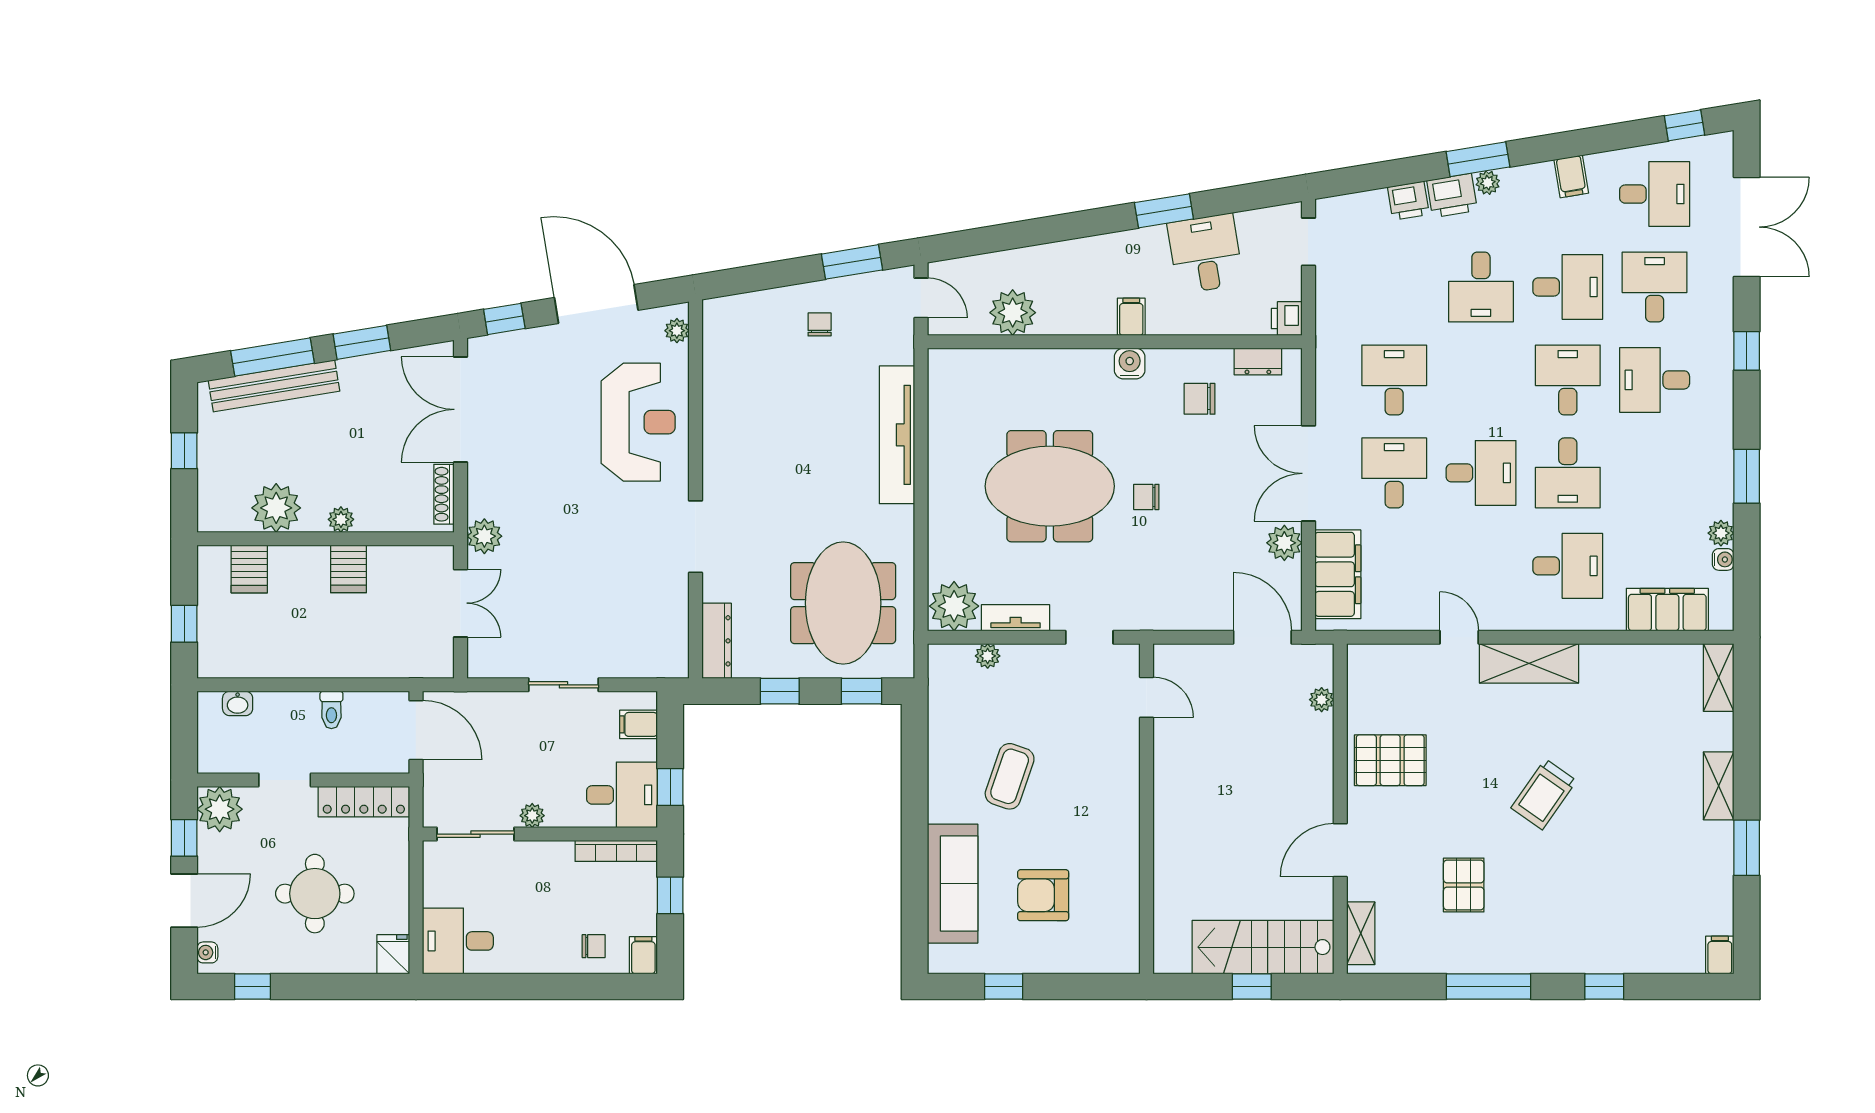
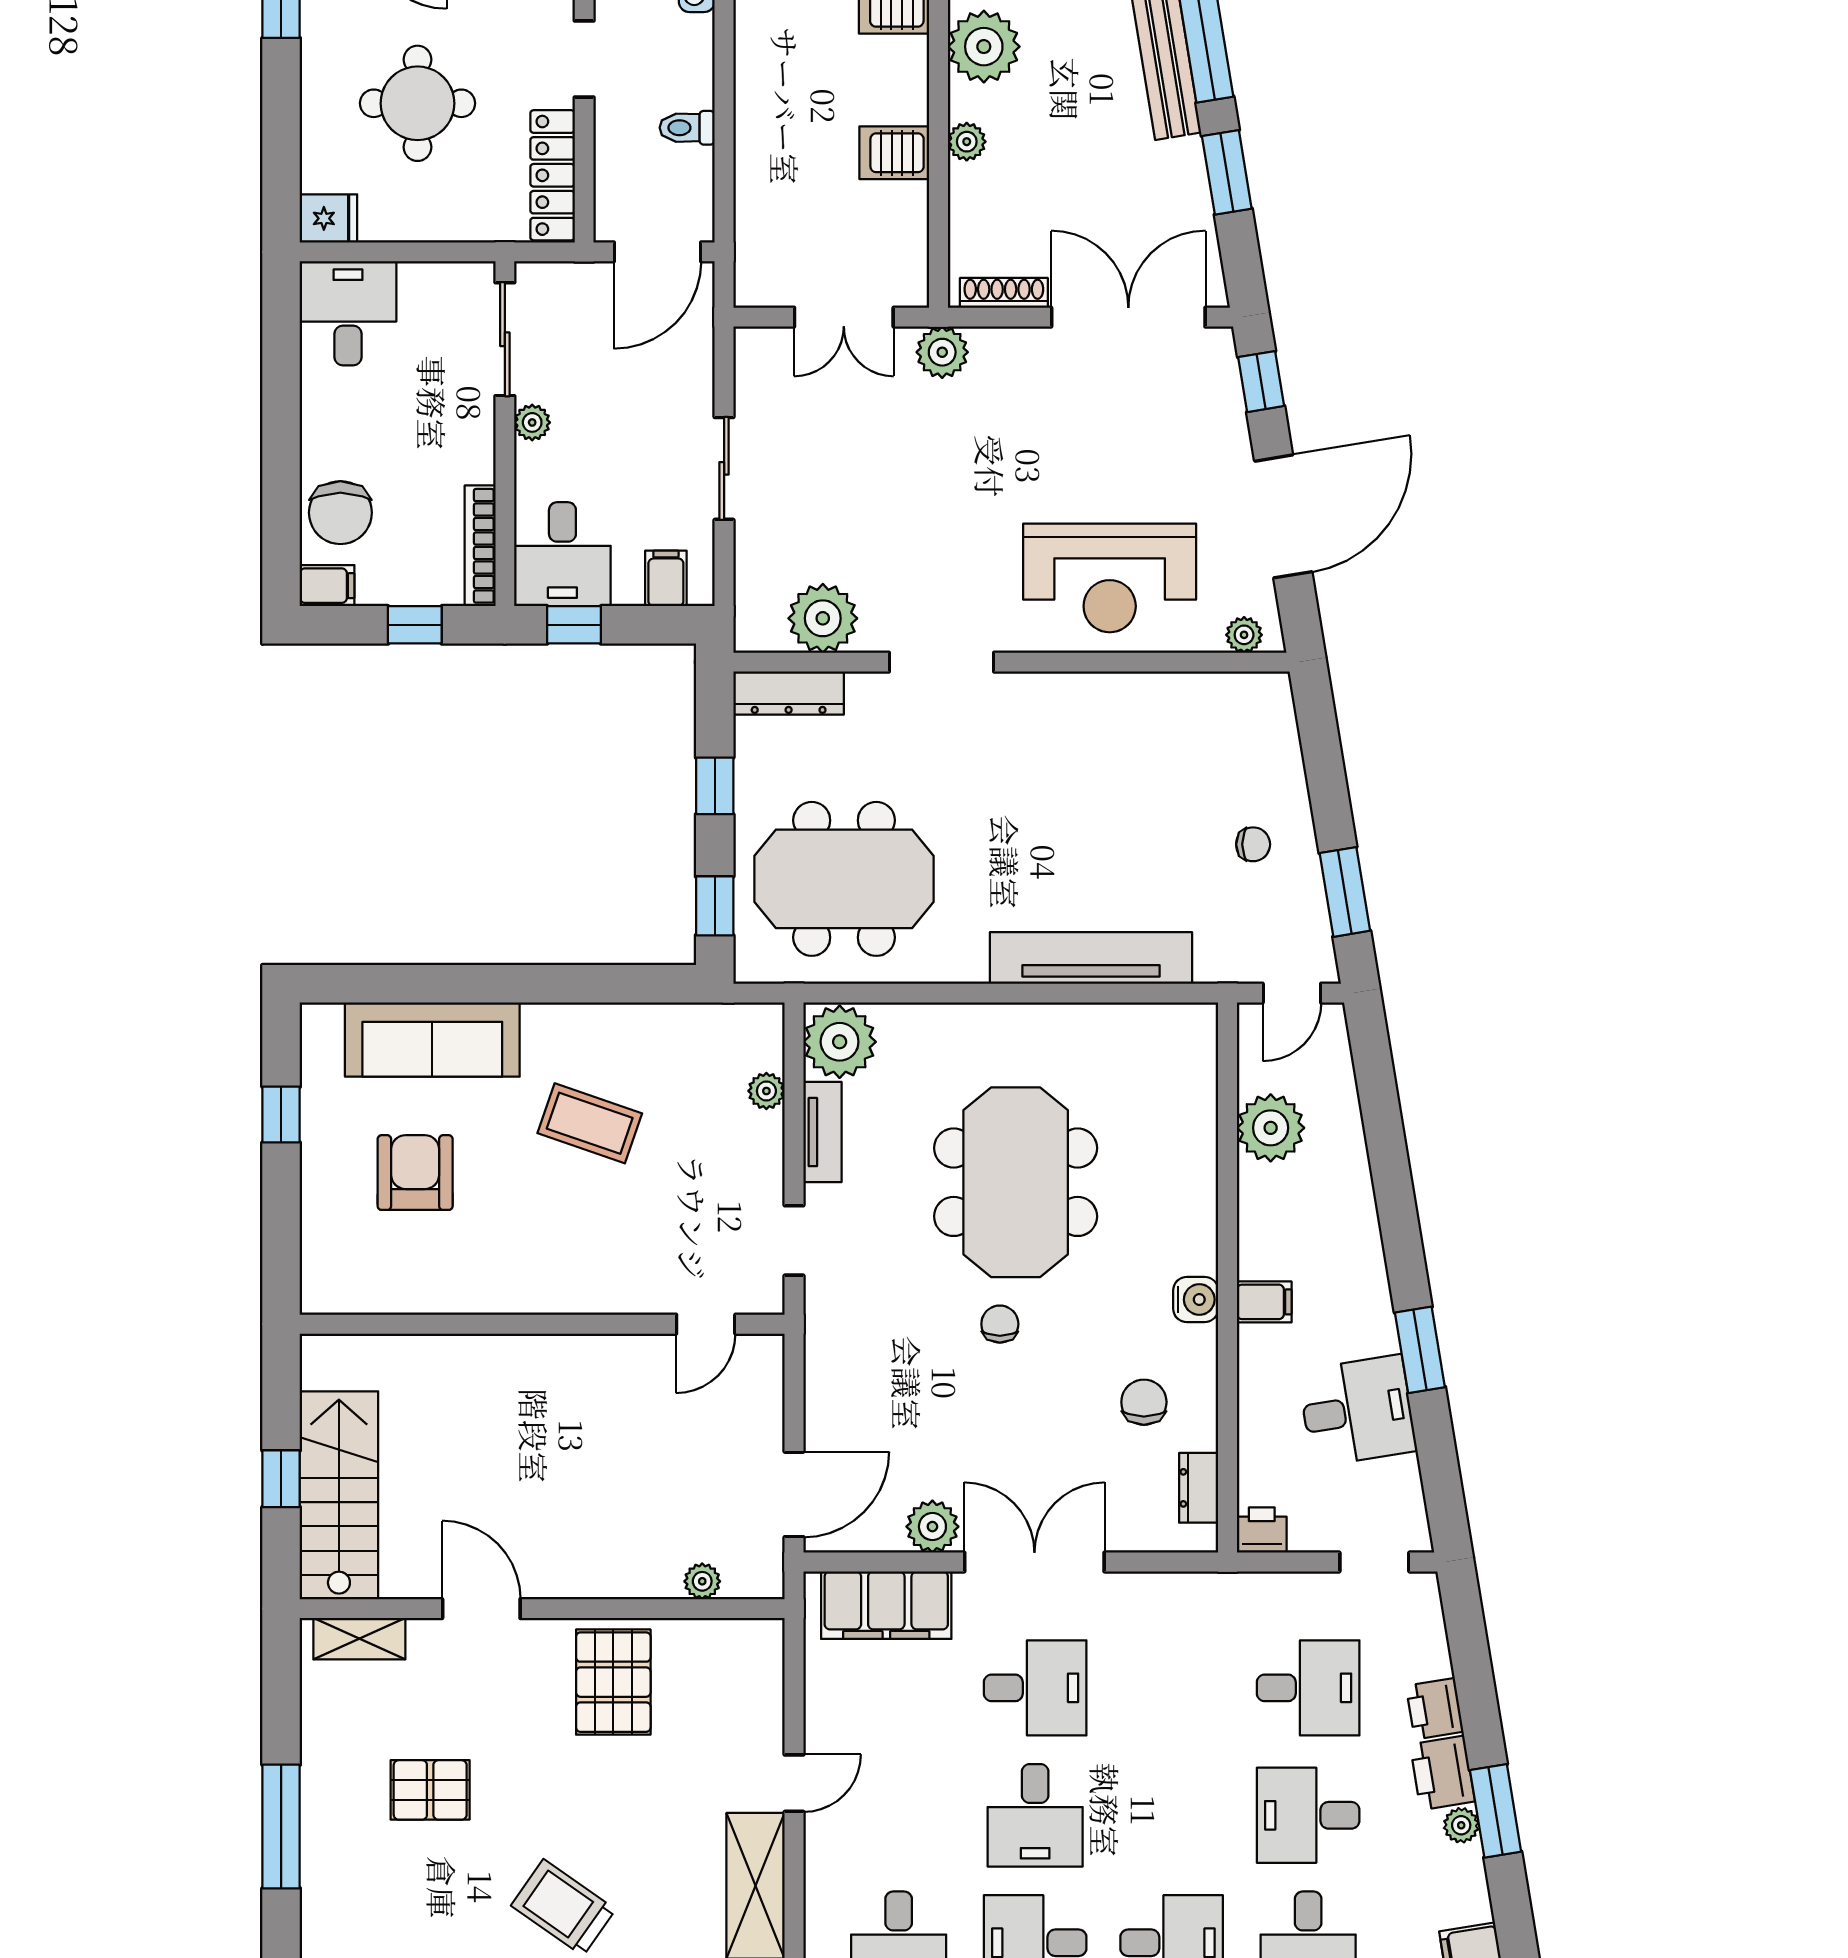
desk: (1394, 380) -> (1308, 1688), moved
plant: (666, 618) -> (823, 618), added
chair: (594, 946) -> (340, 513), width x1.87, depth x1.87

